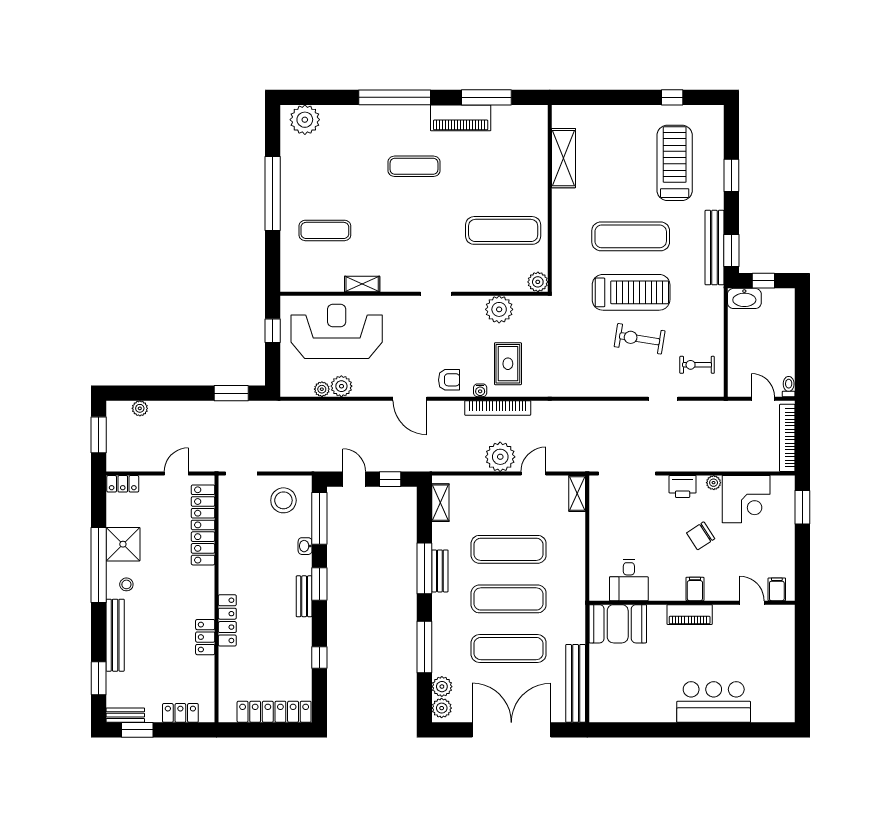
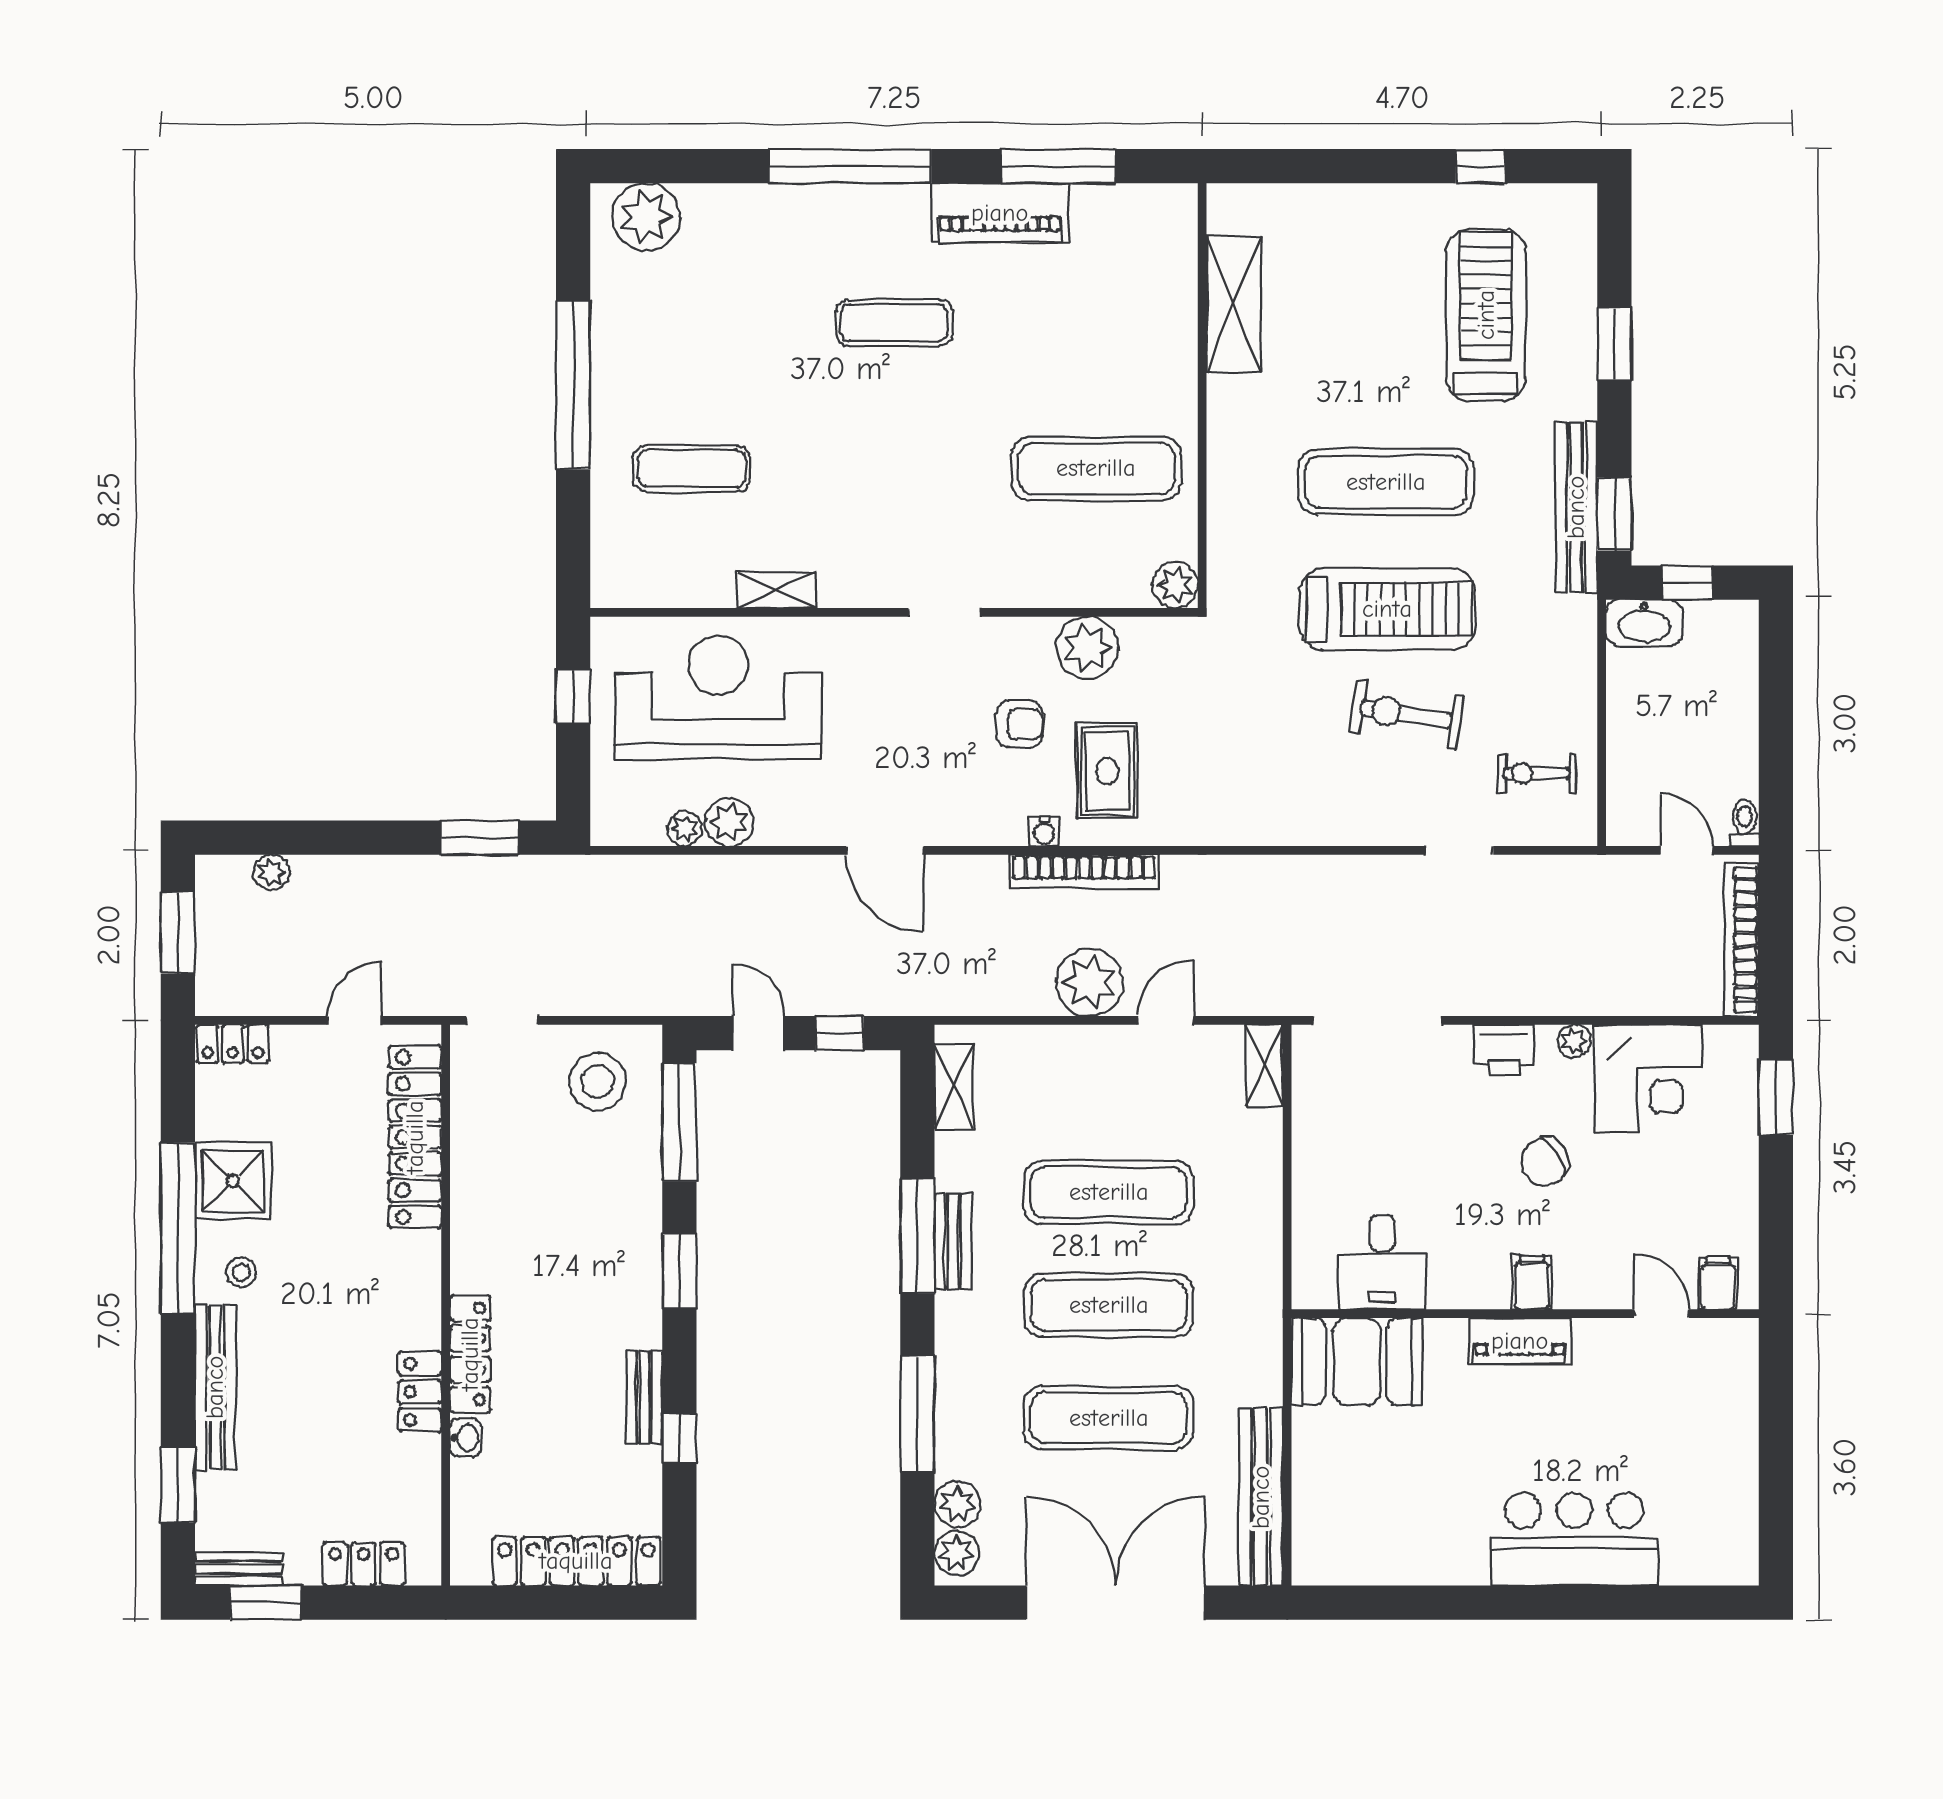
armchair: (449, 380) -> (1019, 724), moved
washbasin: (305, 546) -> (466, 1438), moved, turned 180
bench: (304, 596) -> (645, 1398), moved

